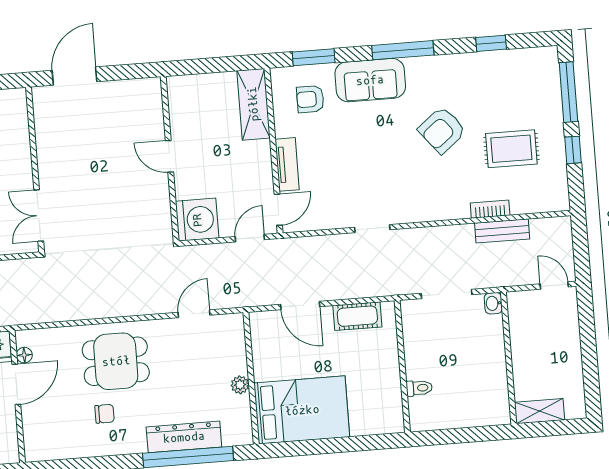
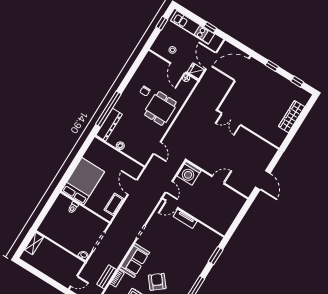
door: (75, 76) -> (263, 180), moved
sofa: (370, 80) -> (135, 261), moved, turned 180
armchair: (310, 99) -> (202, 244), removed
shelving: (253, 104) -> (215, 223), removed
door: (278, 210) -> (172, 204), hinge flipped
double door: (39, 216) -> (231, 119), swing flipped
door: (300, 305) -> (132, 187), hinge flipped
bed: (302, 410) -> (83, 181), moved, turned 180
dresser: (184, 437) -> (109, 125), moved

